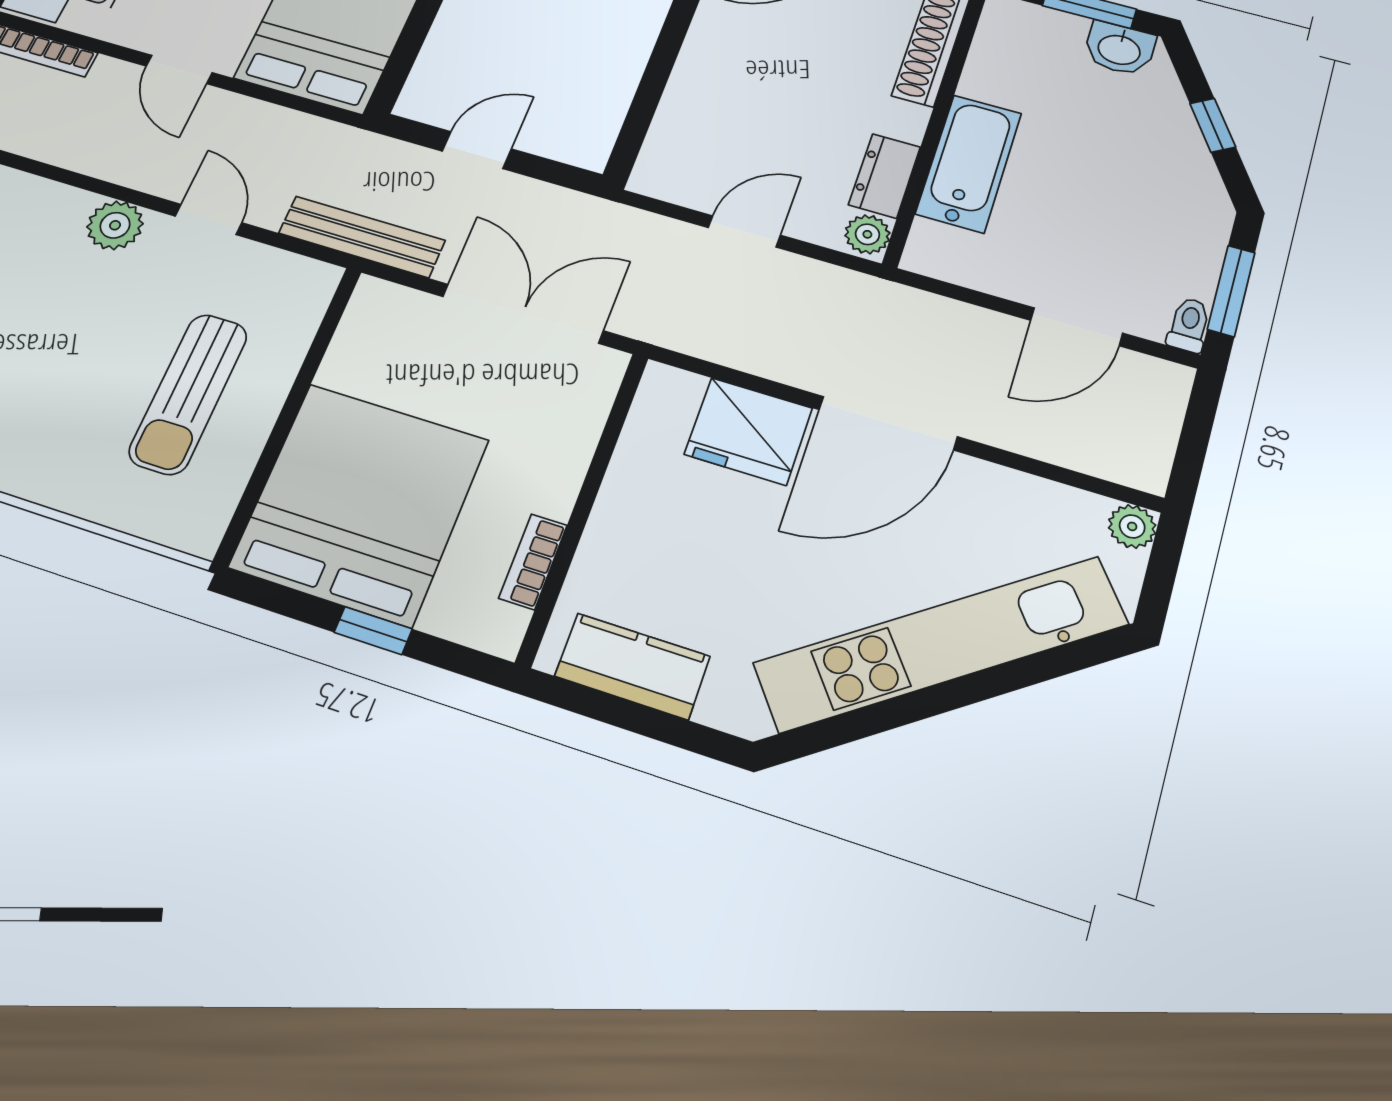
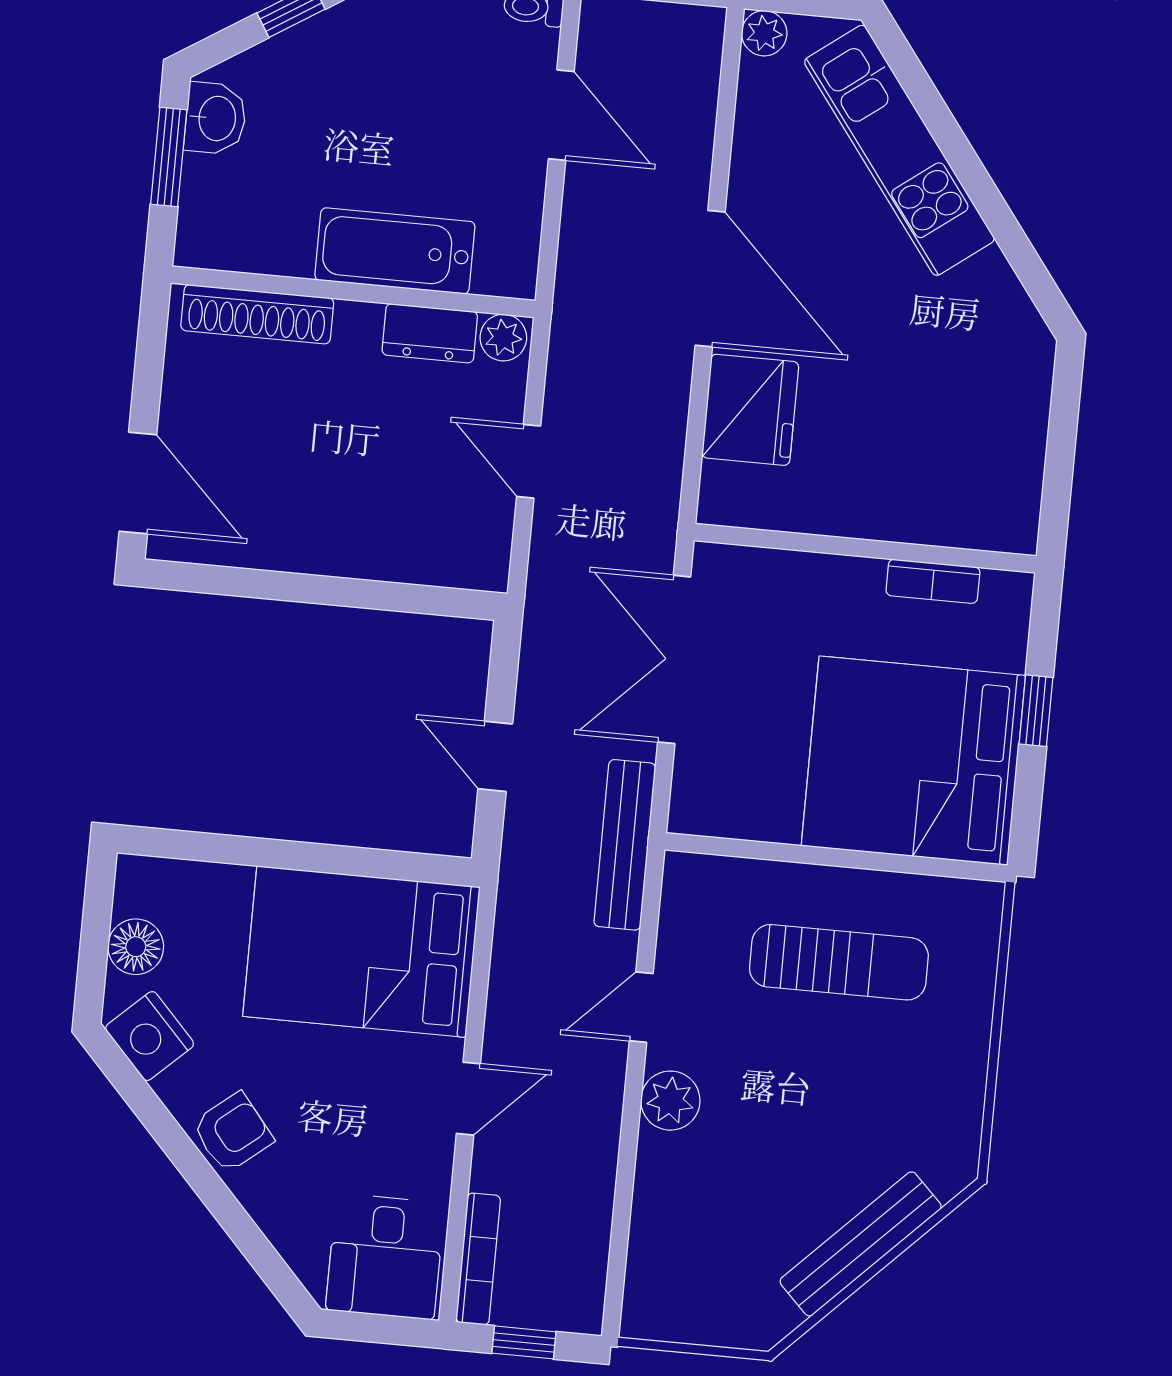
kitchen unit: (941, 644) -> (899, 150), width x0.73
kitchen counter: (632, 666) -> (1013, 465), removed

